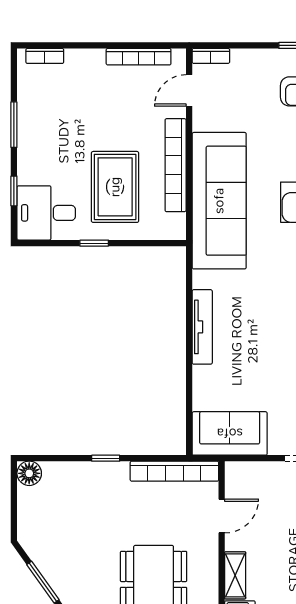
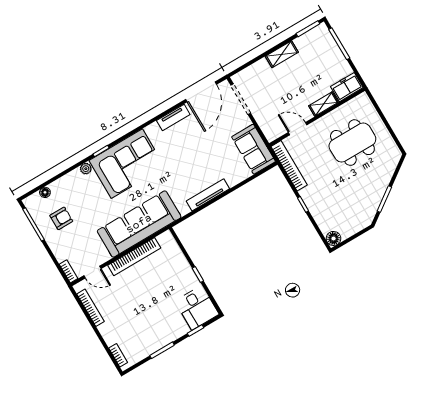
rug: (115, 187) -> (163, 281), removed

